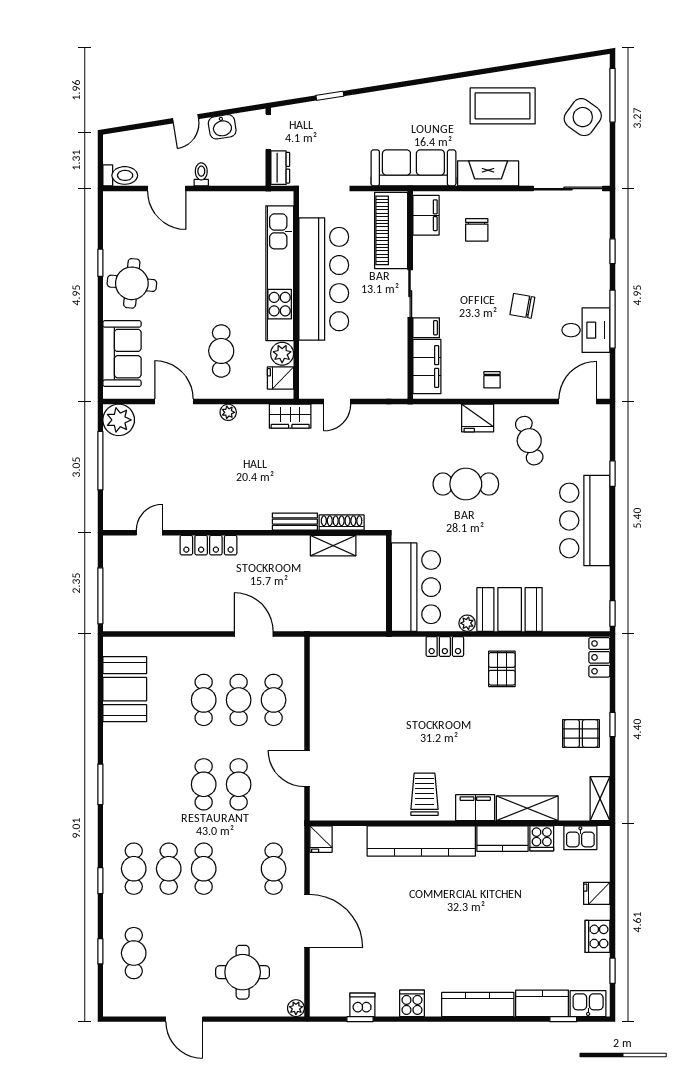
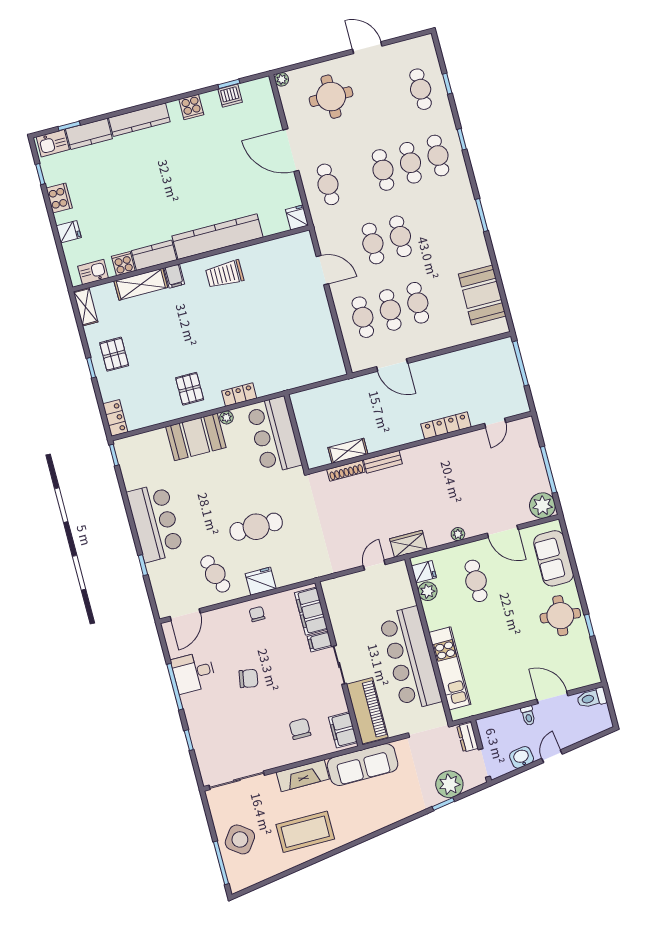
plant: (316, 117) -> (449, 784), added
kitchen unit: (280, 273) -> (450, 668), width x0.73
pallet: (581, 734) -> (114, 354), turned 90
trolley: (424, 794) -> (225, 274), turned 90
filing cabinet: (475, 808) -> (174, 276), width x0.50

